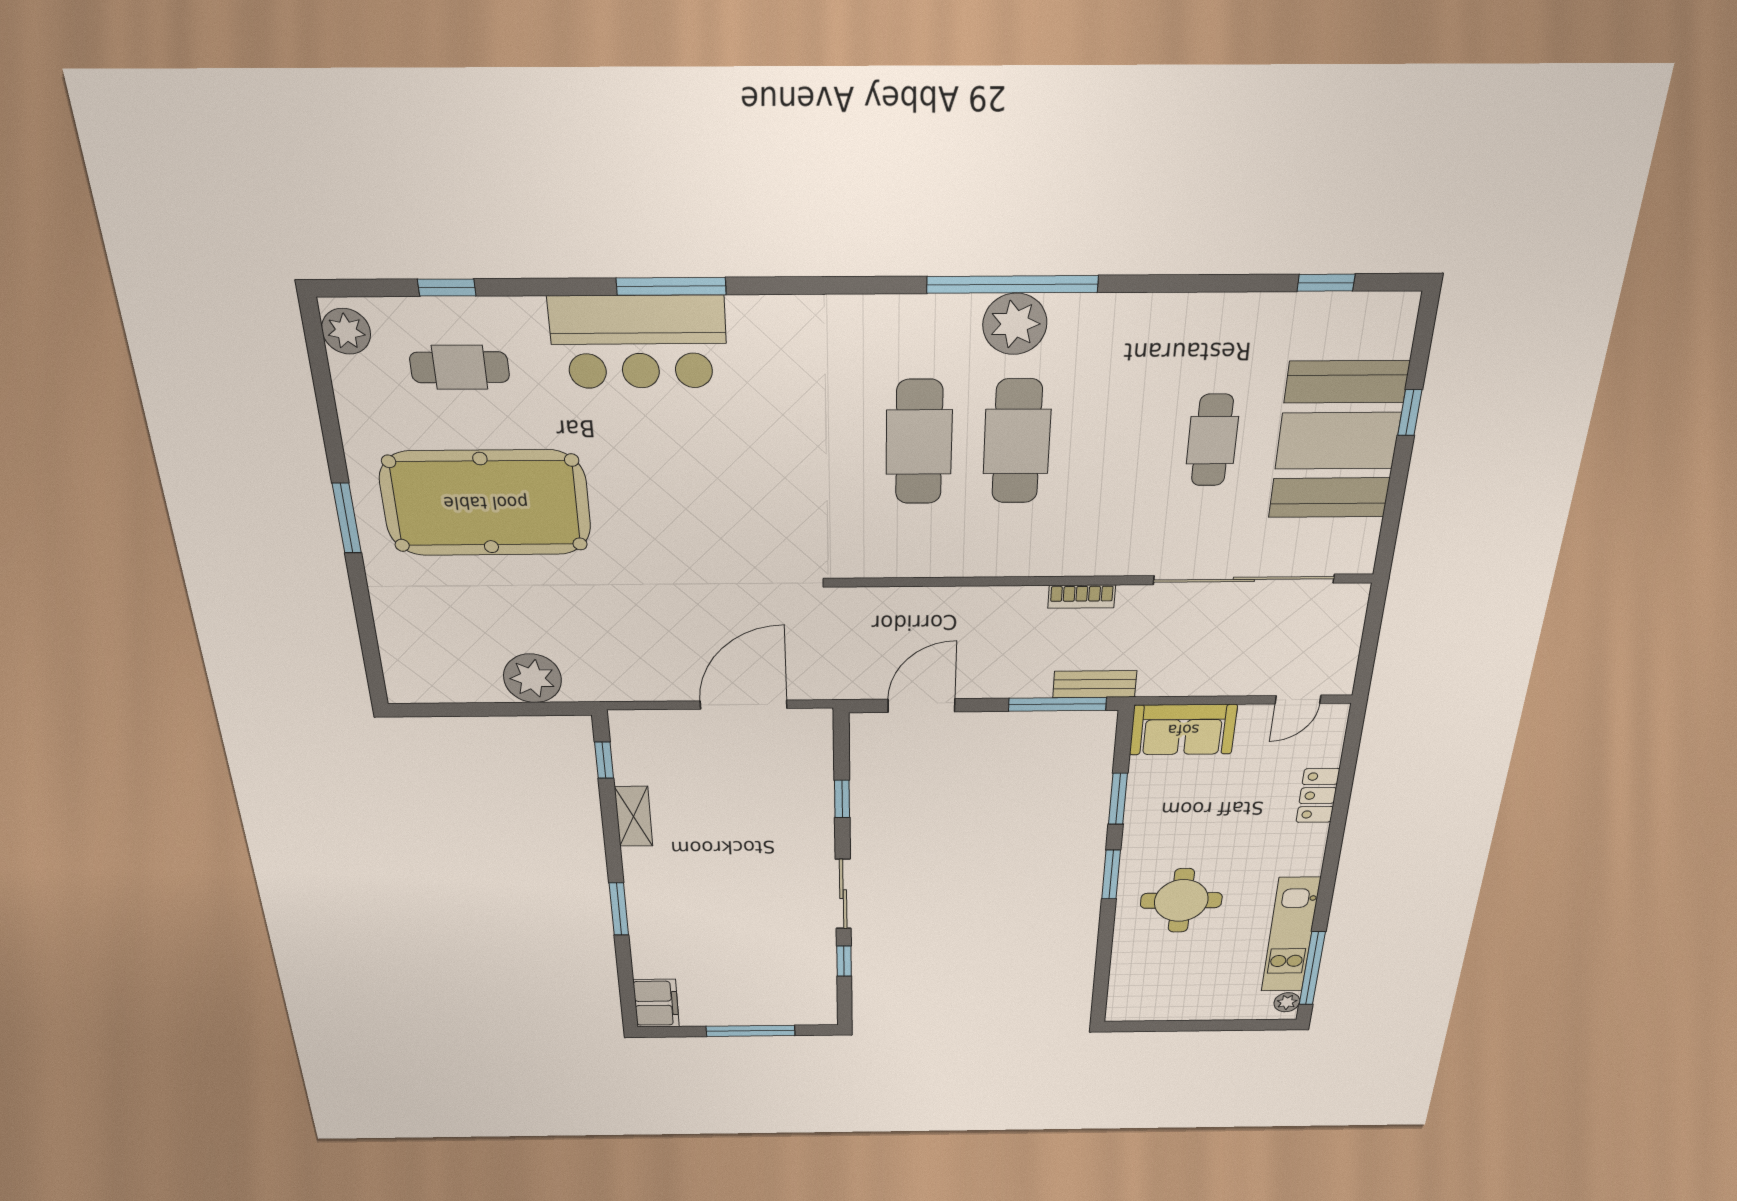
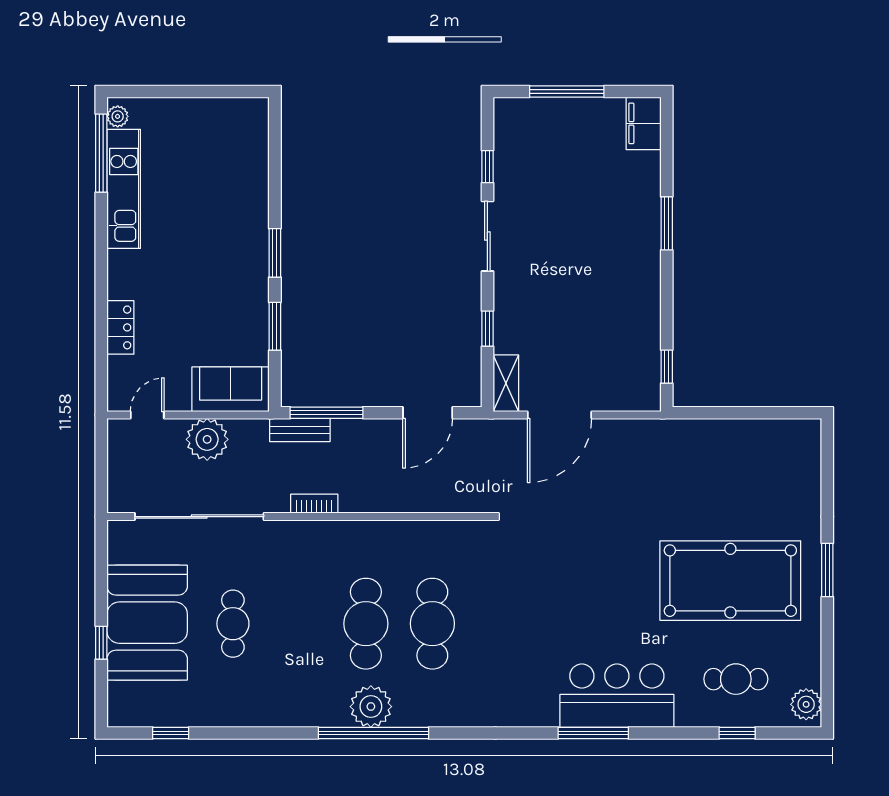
plant: (532, 678) -> (207, 439), moved
shelving: (634, 816) -> (506, 383), moved
round table: (1181, 901) -> (216, 226), removed

